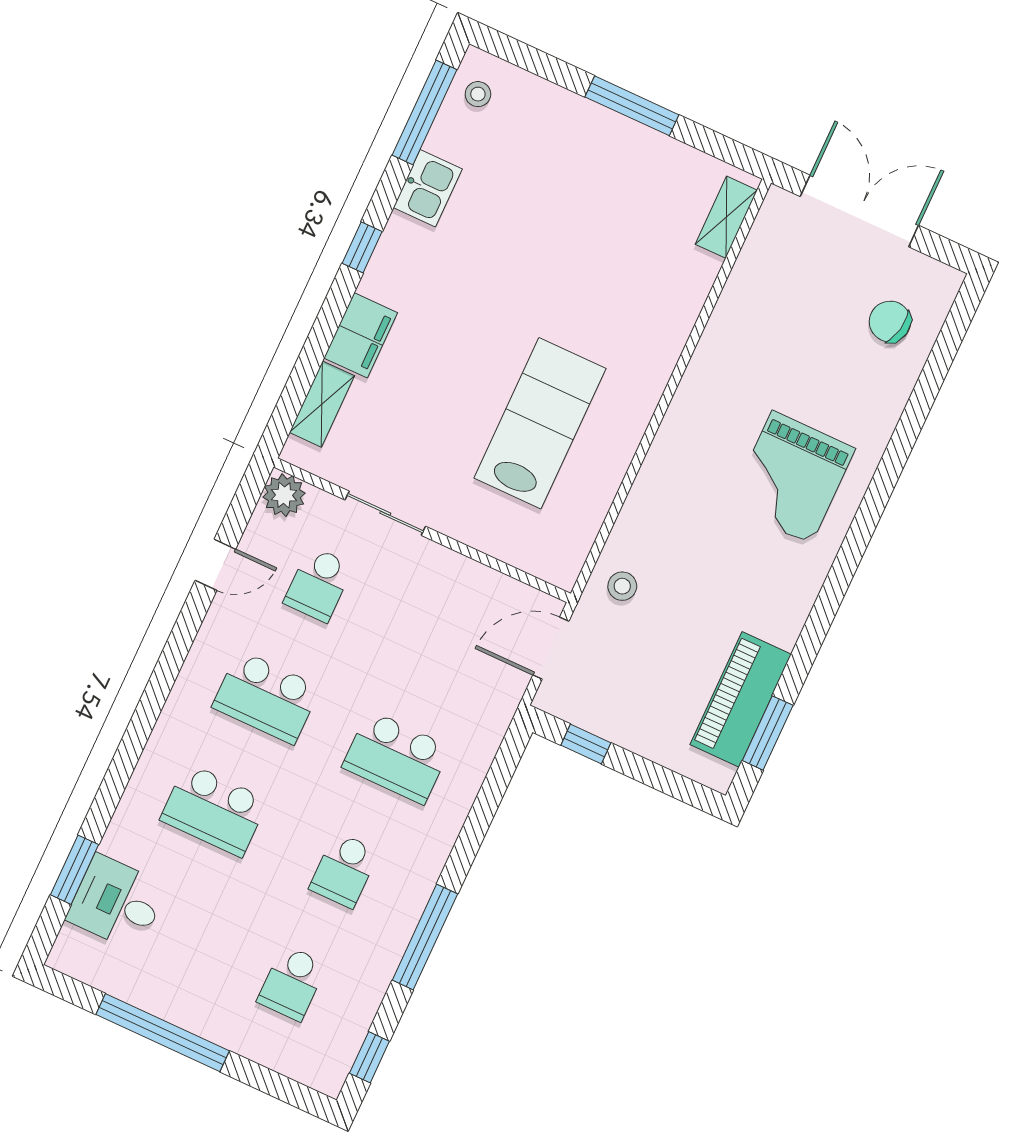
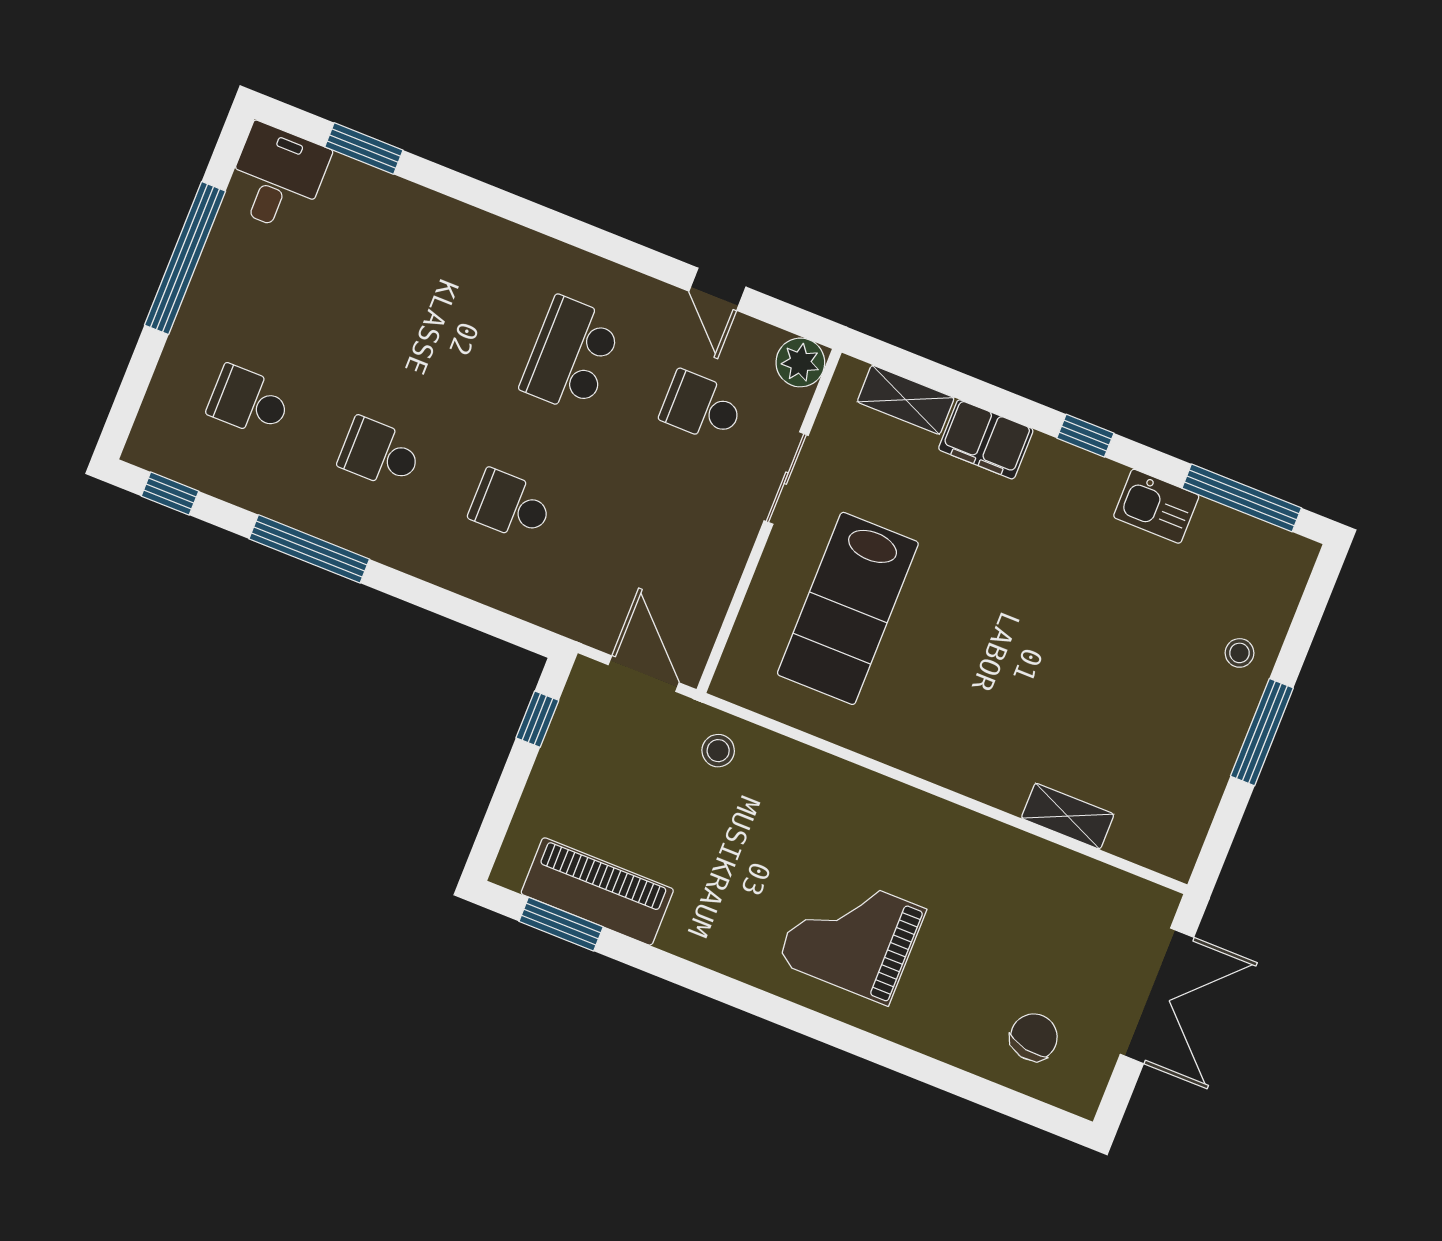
stool: (478, 94) -> (1239, 653), moved
shelving: (726, 217) -> (1068, 816), moved
lab bench: (540, 423) -> (848, 608), moved, turned 90
school desk: (396, 757) -> (511, 505), width x0.54
school desk: (214, 810) -> (440, 303), removed
desk: (117, 903) -> (277, 178), moved

